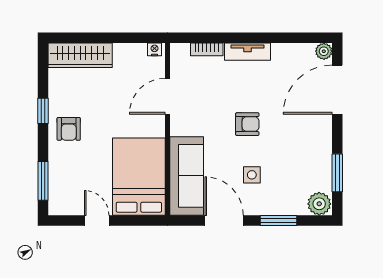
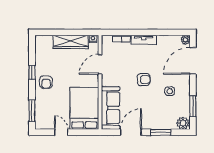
wardrobe: (80, 55) -> (71, 42), moved
side table: (252, 175) -> (170, 91), moved
door: (224, 221) -> (131, 132), hinge flipped

